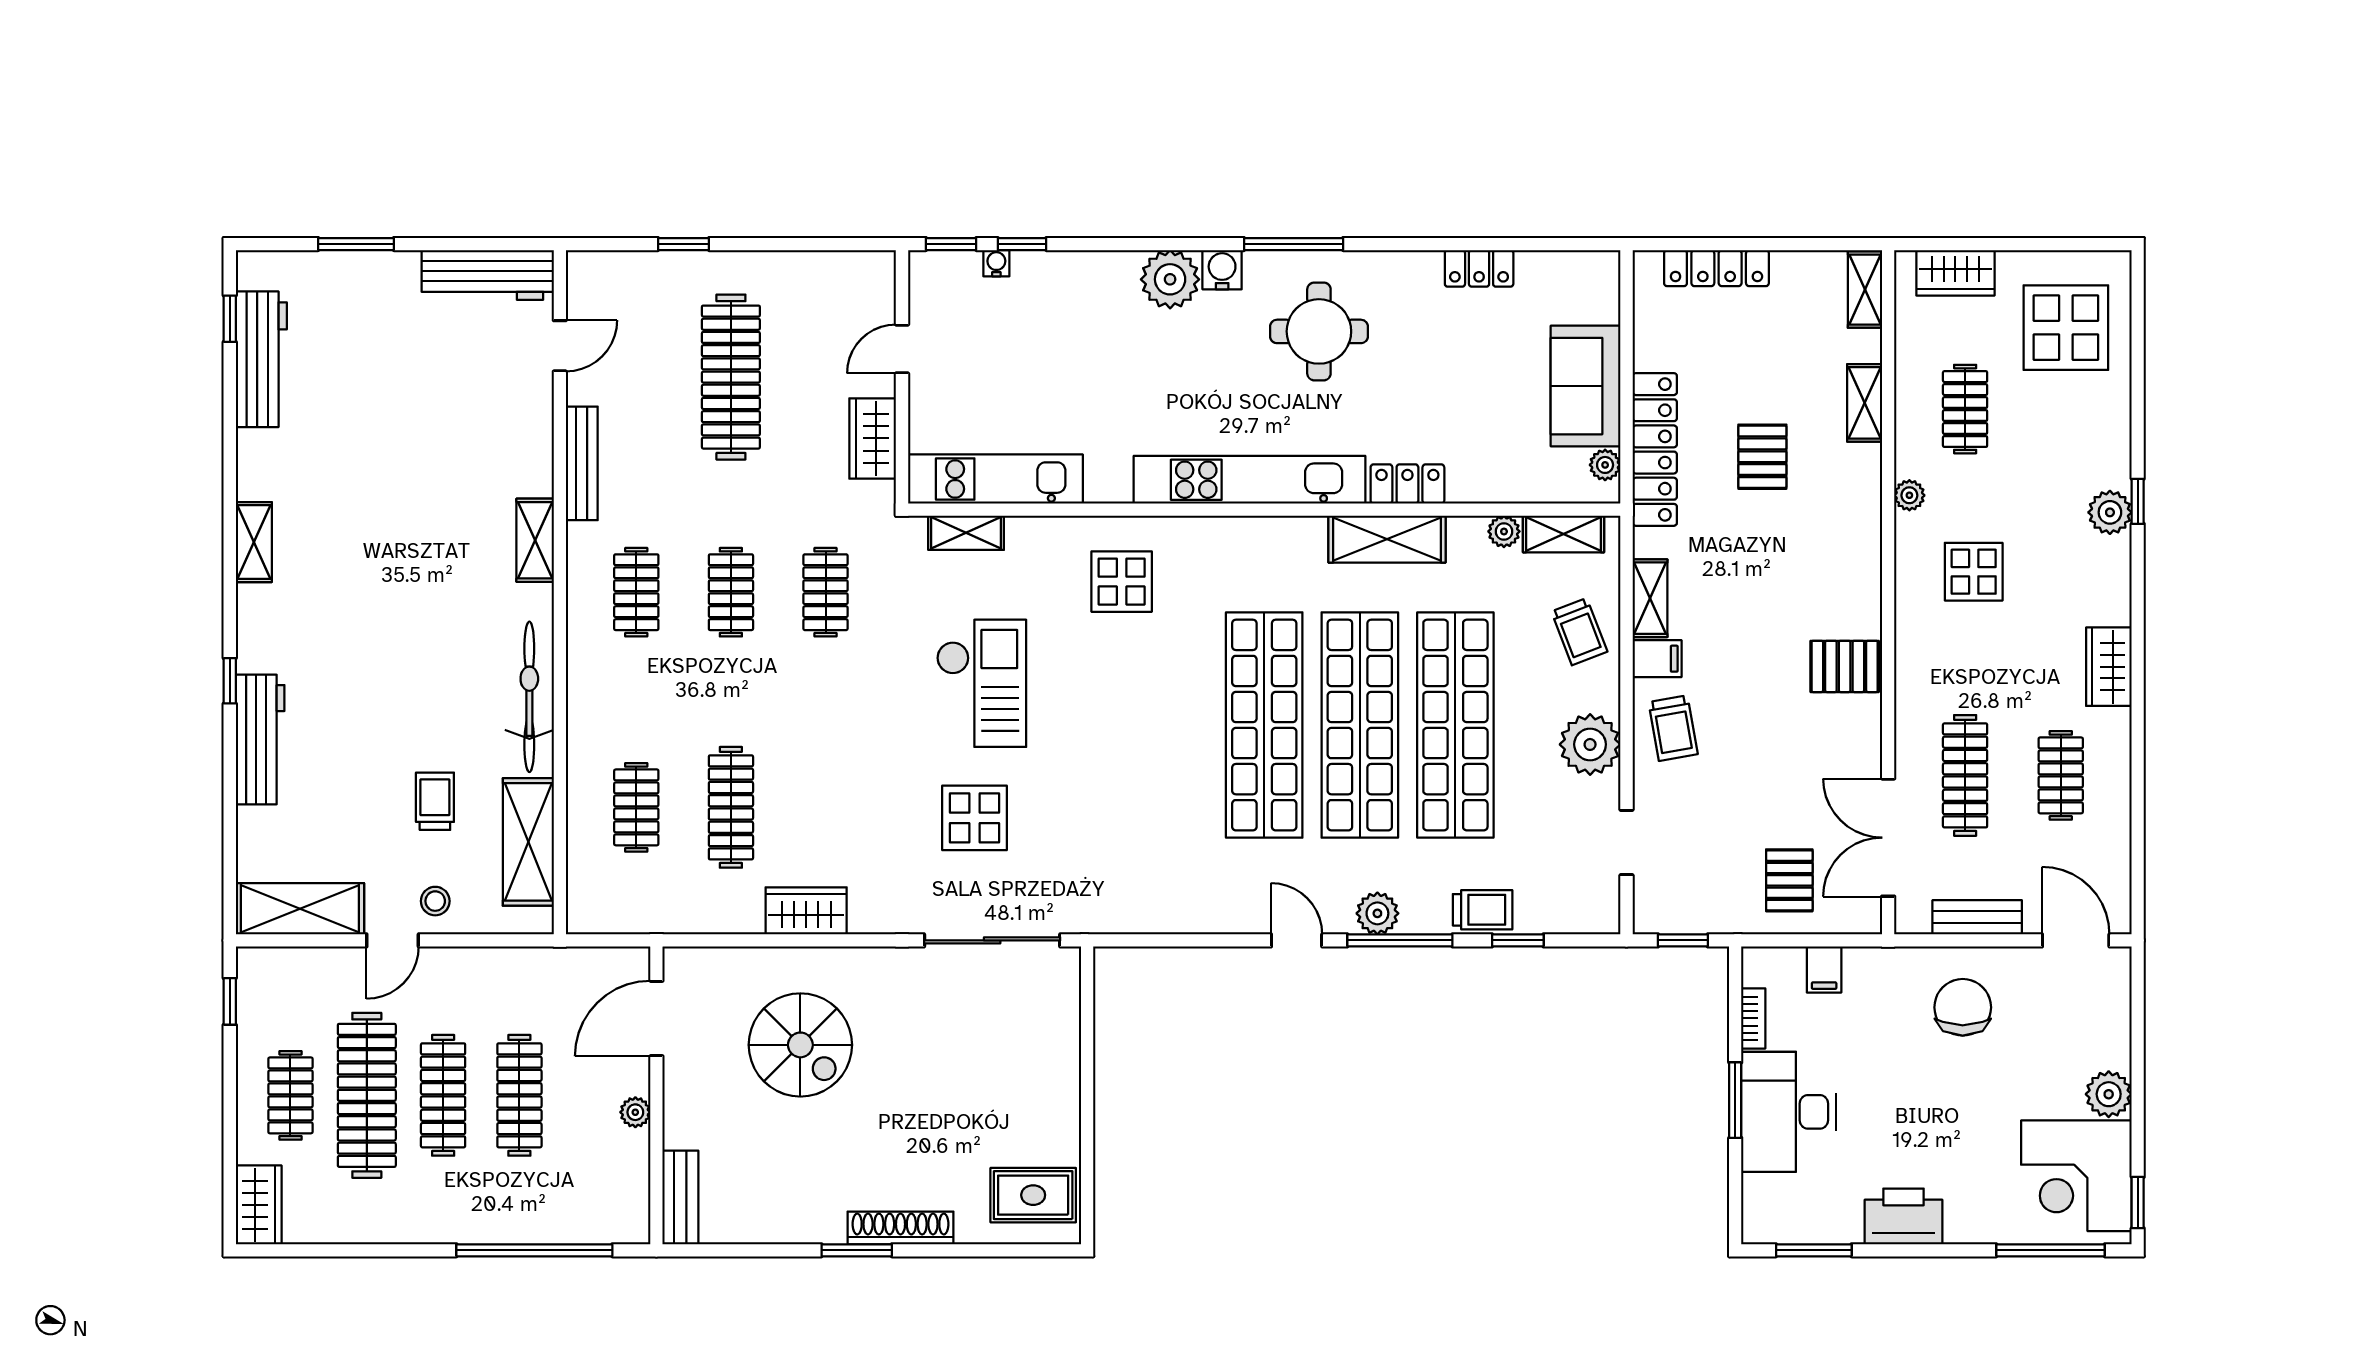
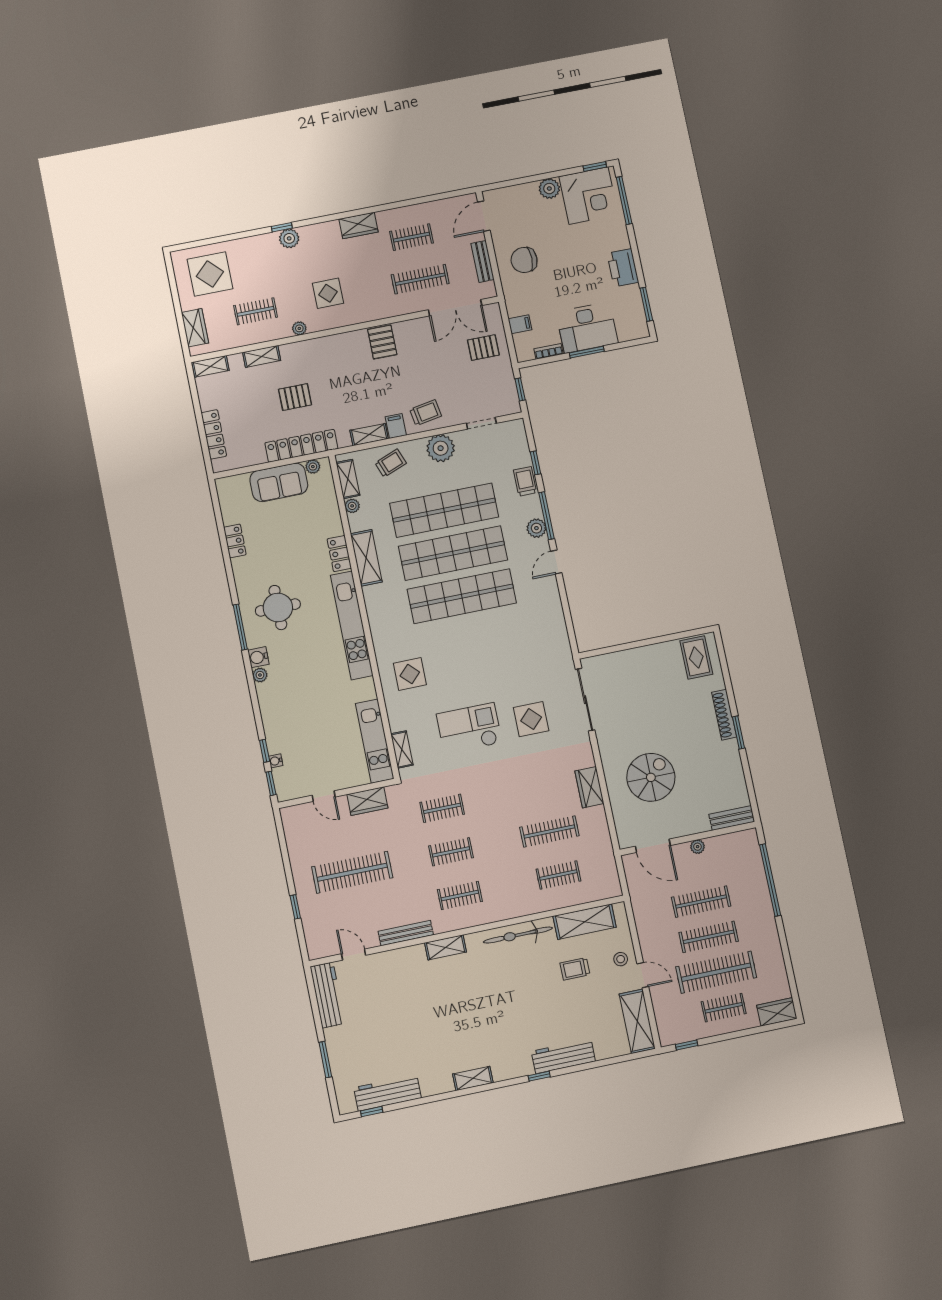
plant: (1170, 279) -> (260, 675), width x0.53, depth x0.53

